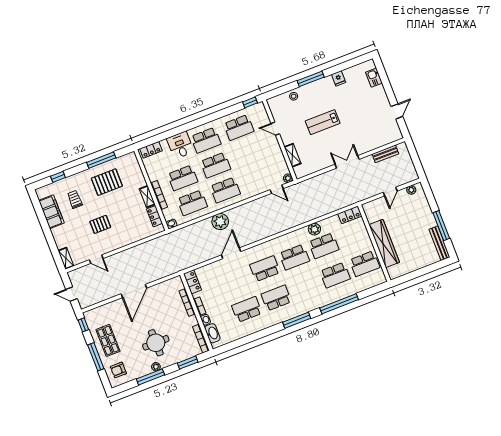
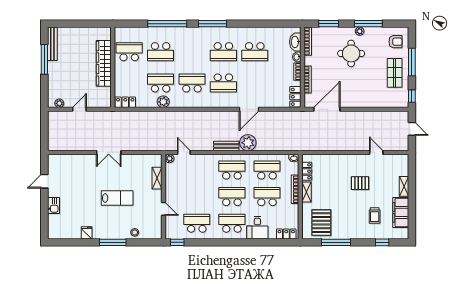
kitchen sink: (374, 78) -> (54, 205), moved
bench: (385, 154) -> (226, 146), moved
pallet: (107, 182) -> (321, 223), moved, turned 90
shelving: (66, 258) -> (404, 186), moved
school desk: (335, 275) -> (161, 52), turned 180
door: (134, 291) -> (327, 109), moved

